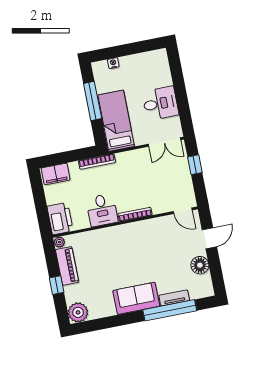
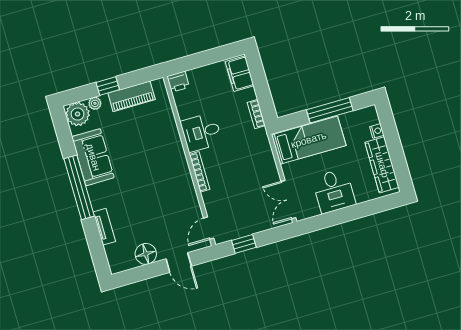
wardrobe: (142, 61) -> (382, 165), added
bookcase: (97, 162) -> (256, 114), width x0.64
window: (195, 165) -> (244, 244), moved
printer: (60, 219) -> (178, 82), width x0.53, depth x0.68
plant: (59, 242) -> (95, 103), moved
sofa: (136, 298) -> (93, 157), moved
window: (170, 310) -> (79, 187), moved

